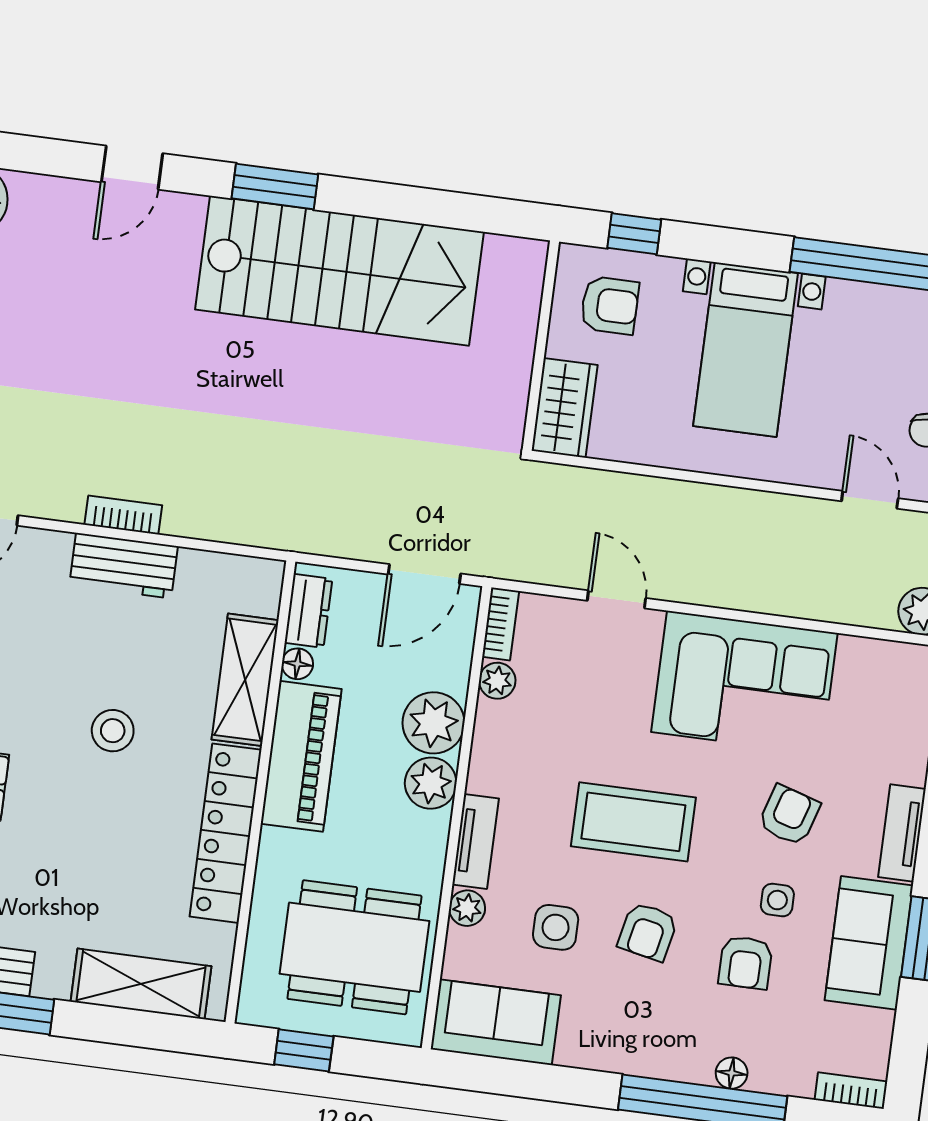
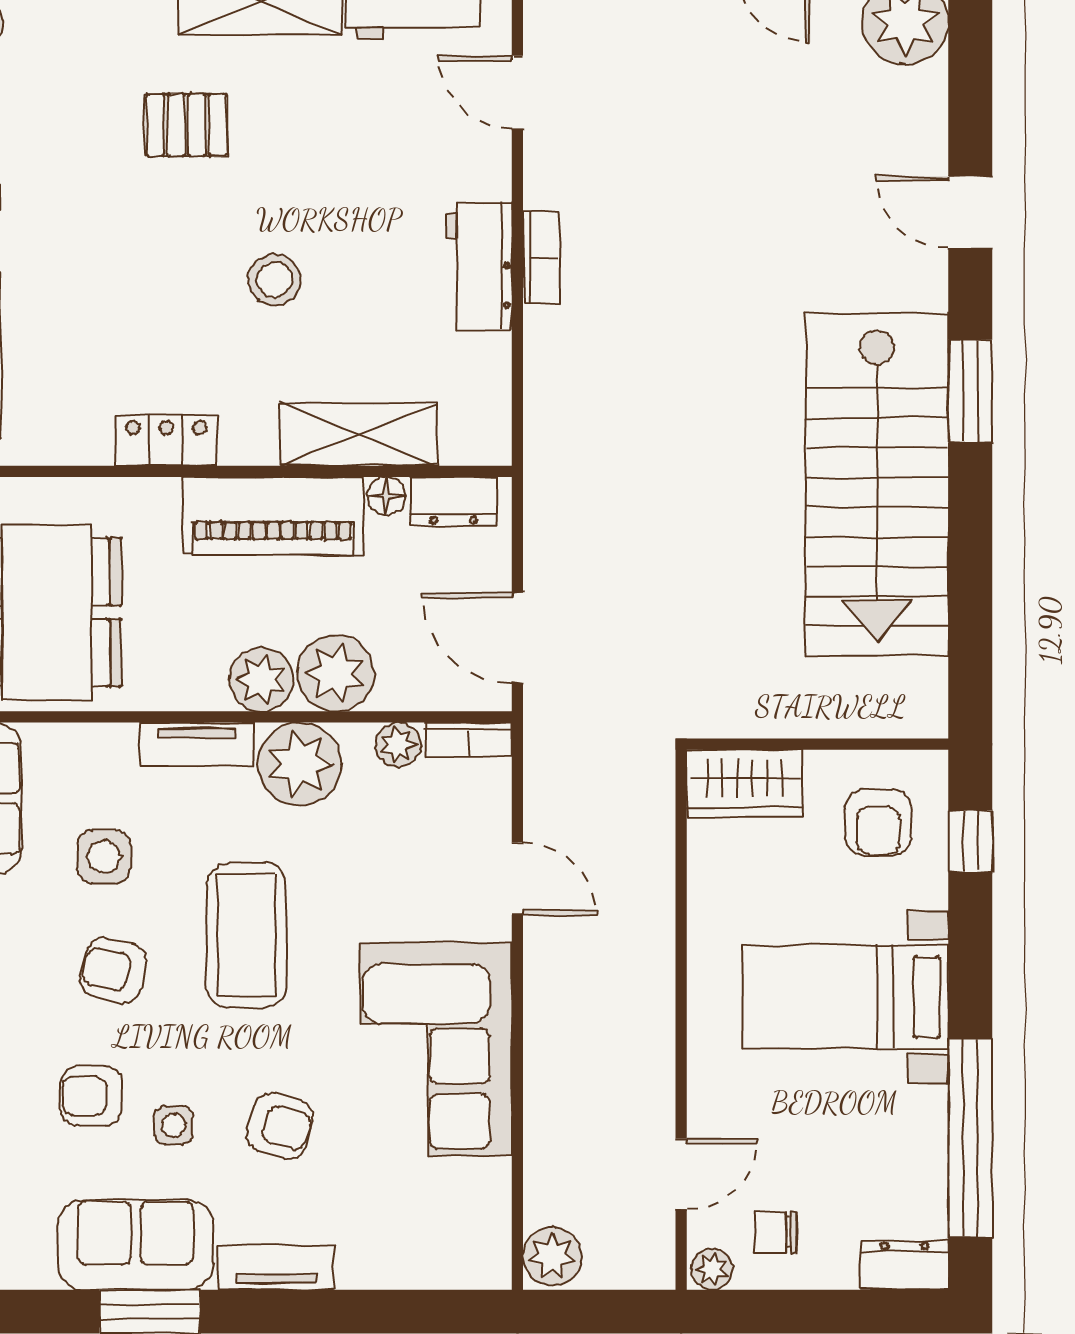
door: (617, 599) -> (517, 878), hinge flipped
locker: (226, 833) -> (166, 441), width x0.46, depth x0.83
plant: (467, 908) -> (300, 764), moved, width x1.88, depth x1.88

